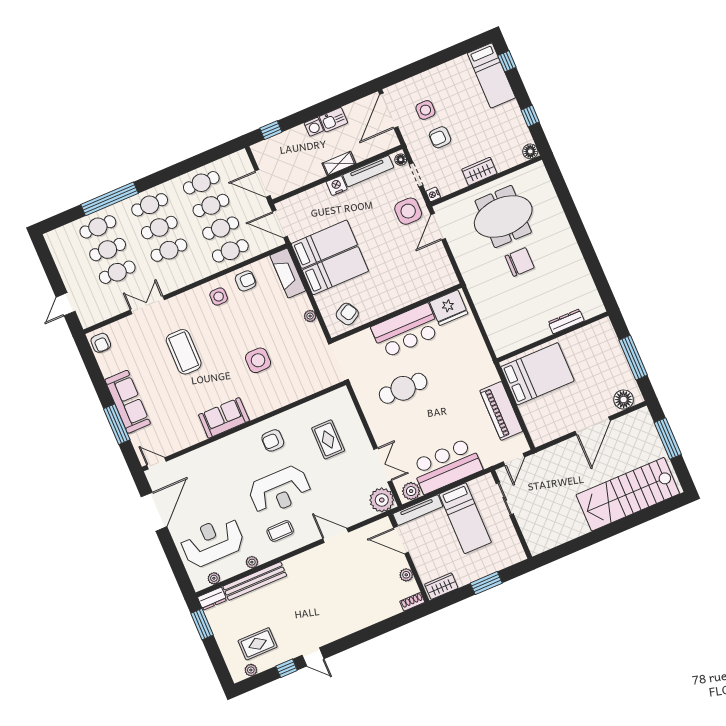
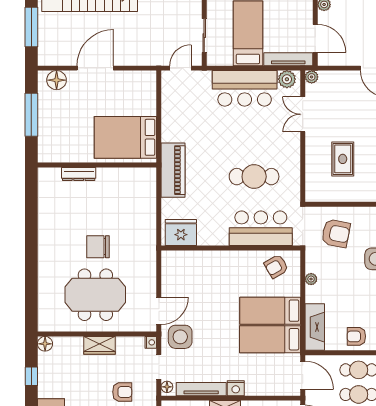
bar counter: (406, 331) -> (261, 228), moved
armchair: (305, 368) -> (336, 233), added
piano: (501, 411) -> (173, 170), moved
plant: (382, 500) -> (312, 77), width x0.53, depth x0.53

